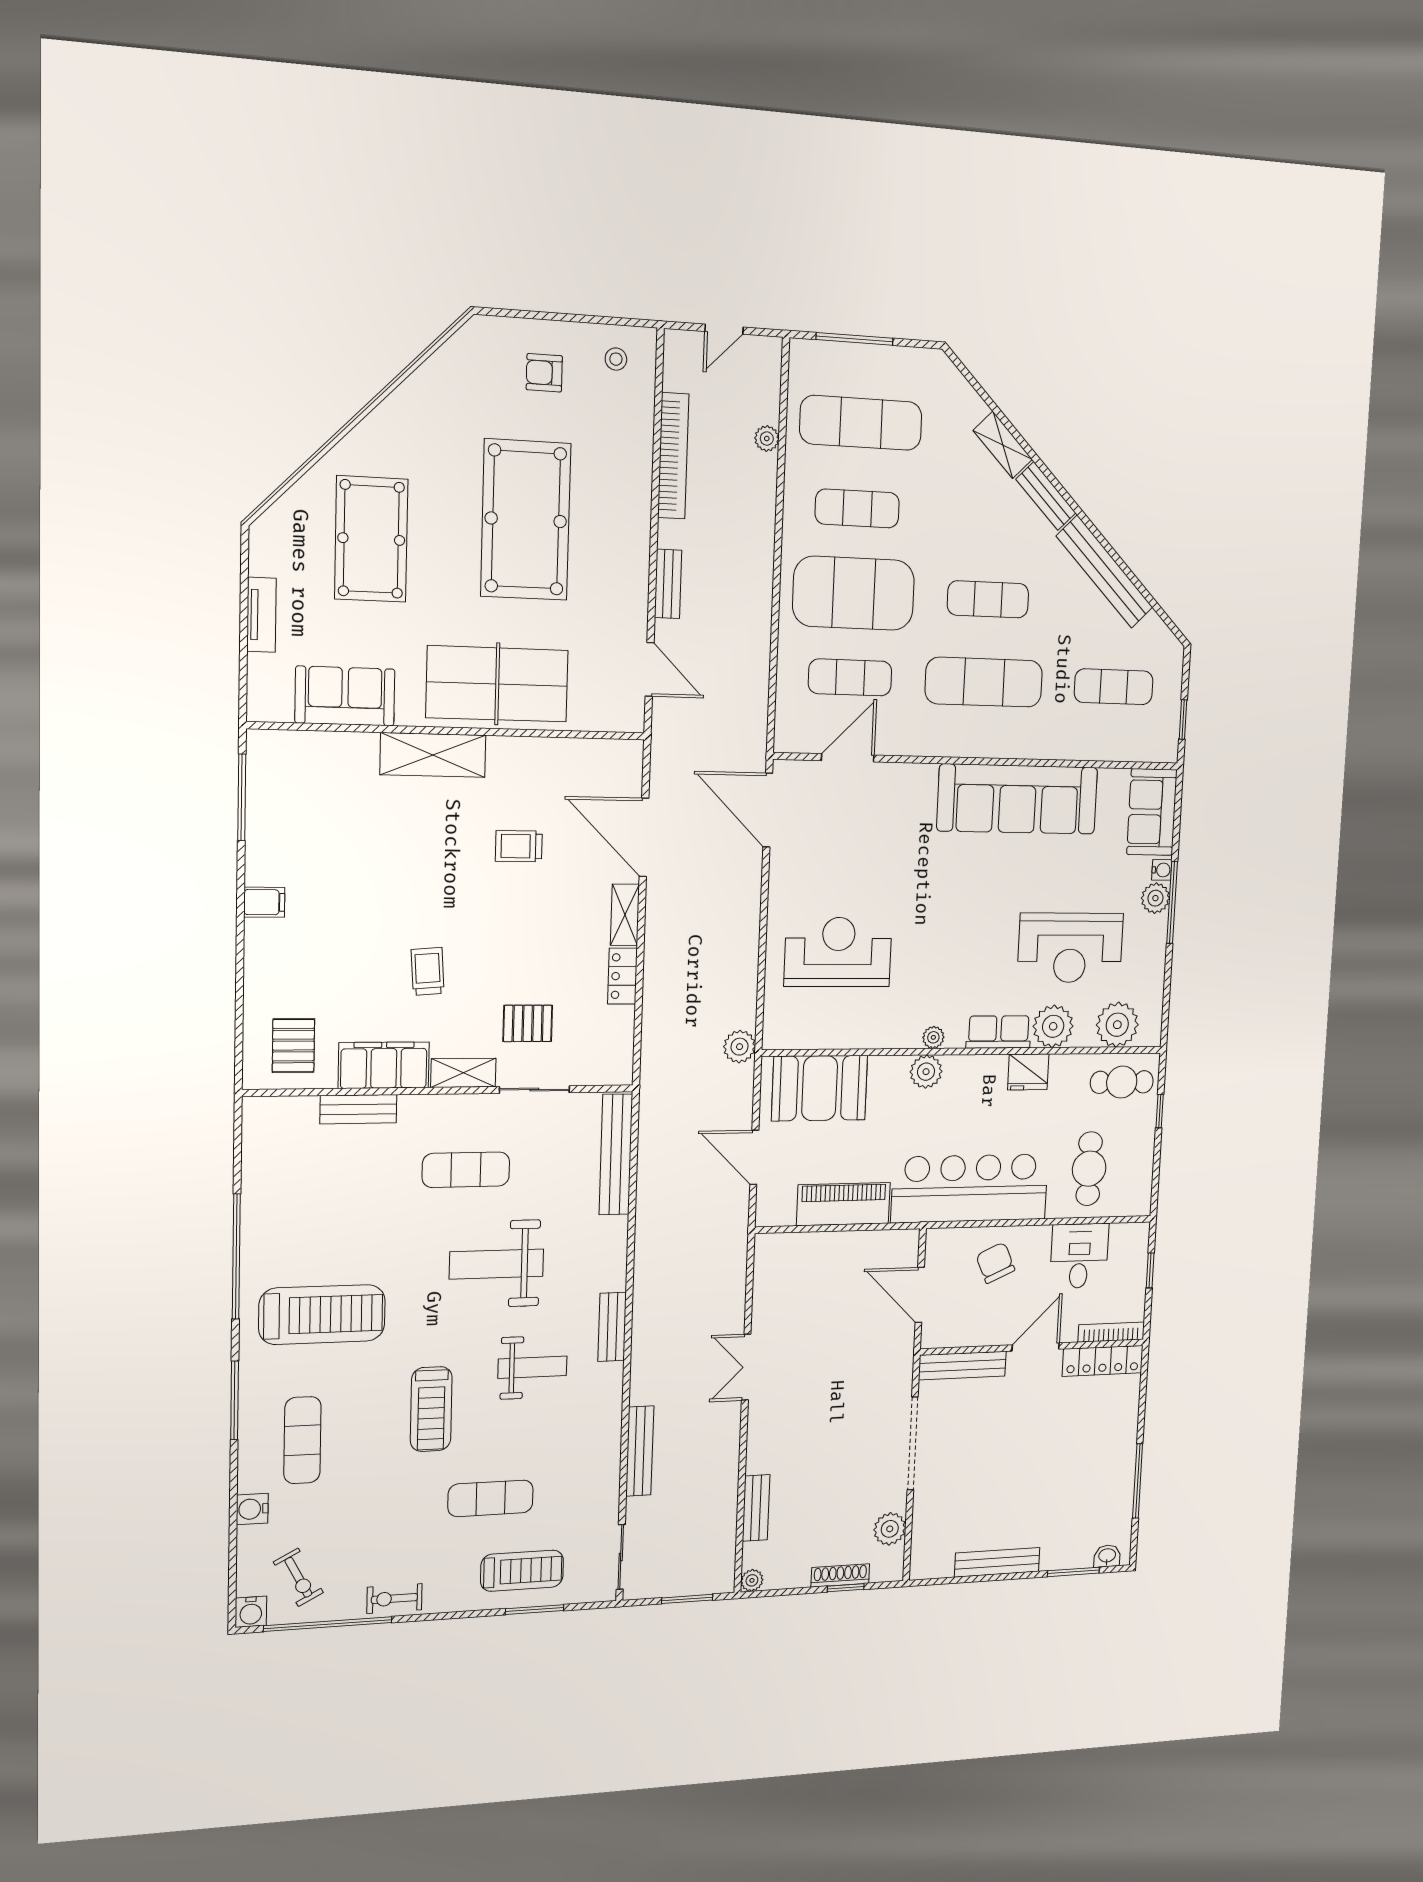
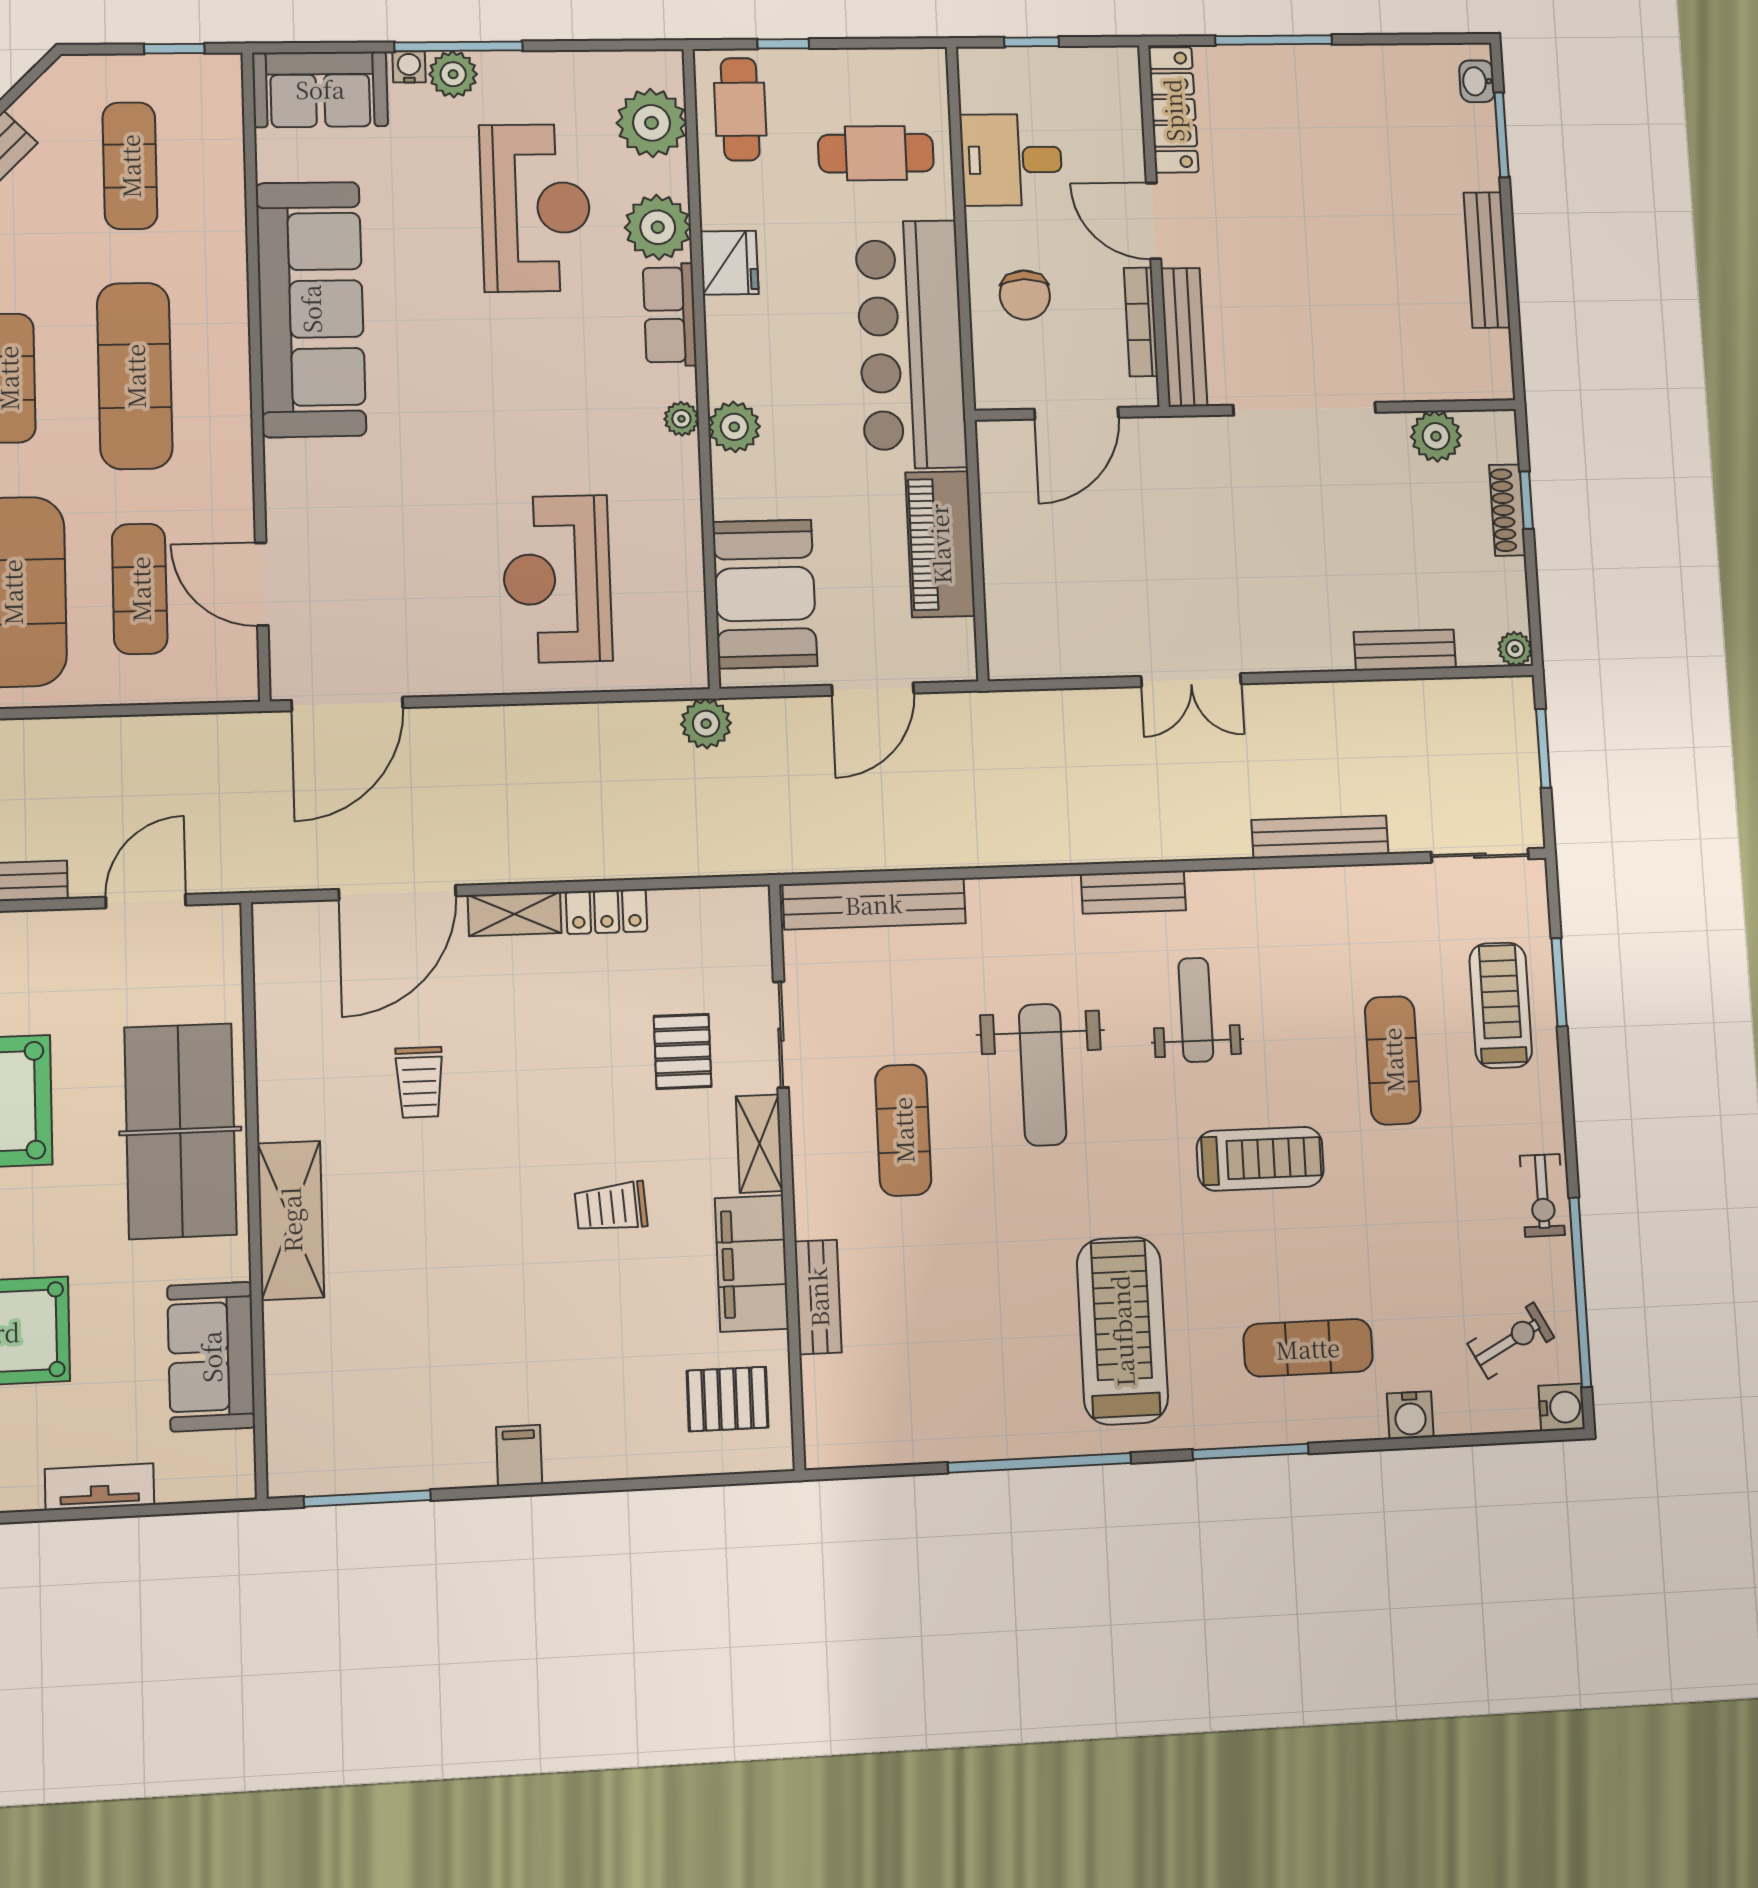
chair: (995, 1263) -> (1025, 295), turned -66
bookcase: (1111, 1332) -> (1141, 322), moved
window: (1138, 1481) -> (1274, 40), moved

